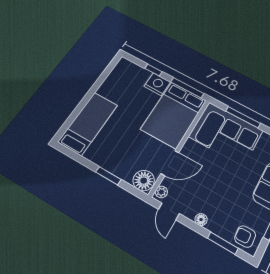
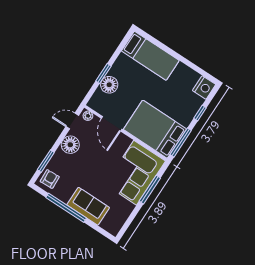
nightstand: (157, 84) -> (204, 87), moved
floor lamp: (144, 181) -> (109, 85), moved
floor lamp: (201, 220) -> (70, 145), width x1.89, depth x1.89

